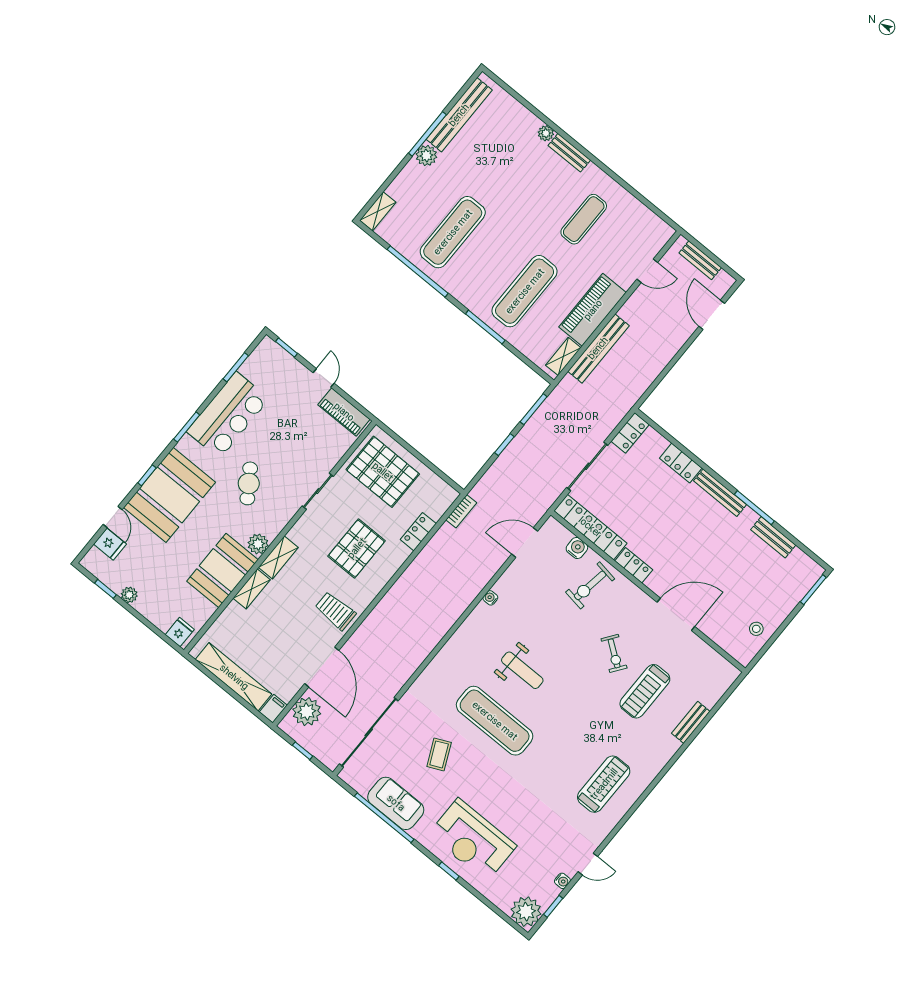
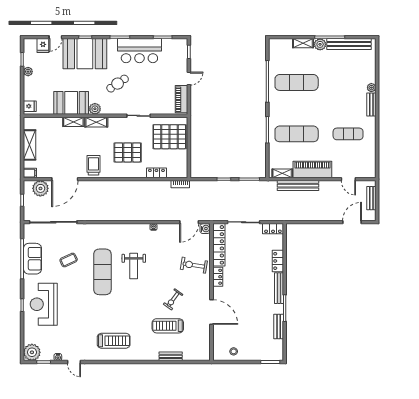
shelving: (378, 211) -> (303, 43), moved
pallet: (383, 472) -> (170, 137), turned 90
door: (525, 543) -> (189, 222), swing flipped
water cooler: (577, 548) -> (205, 229), moved
shelving: (234, 677) -> (30, 145), width x0.68

